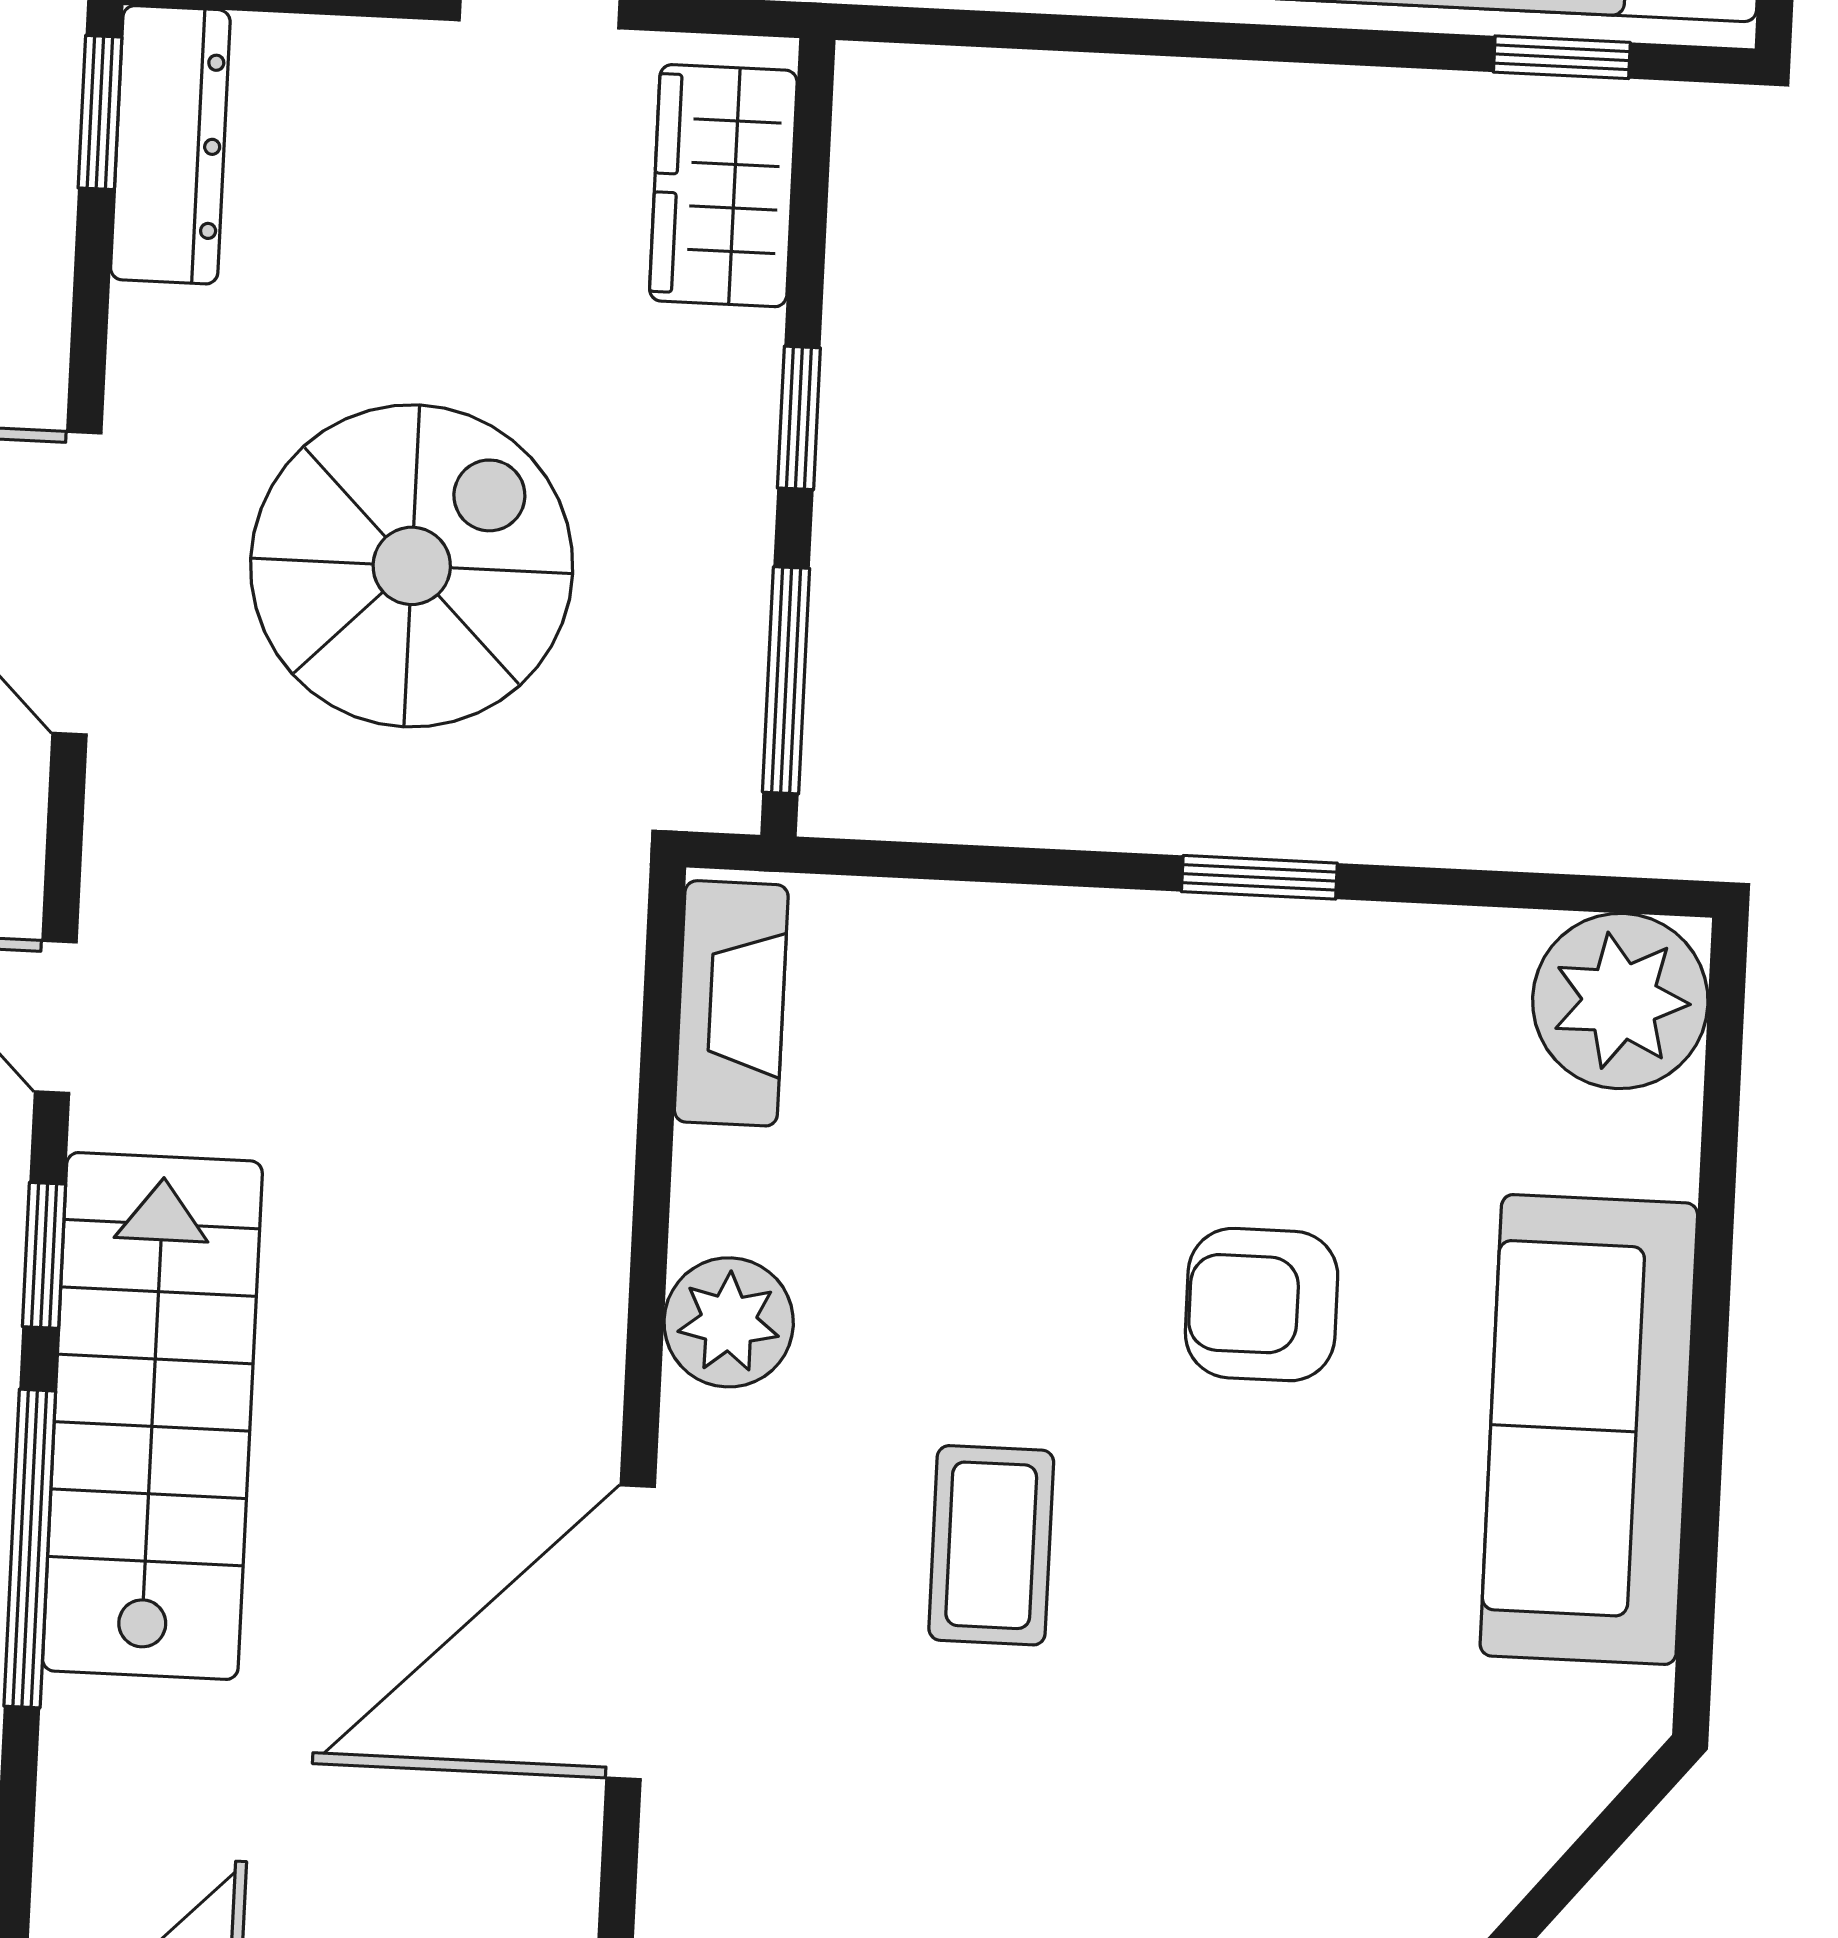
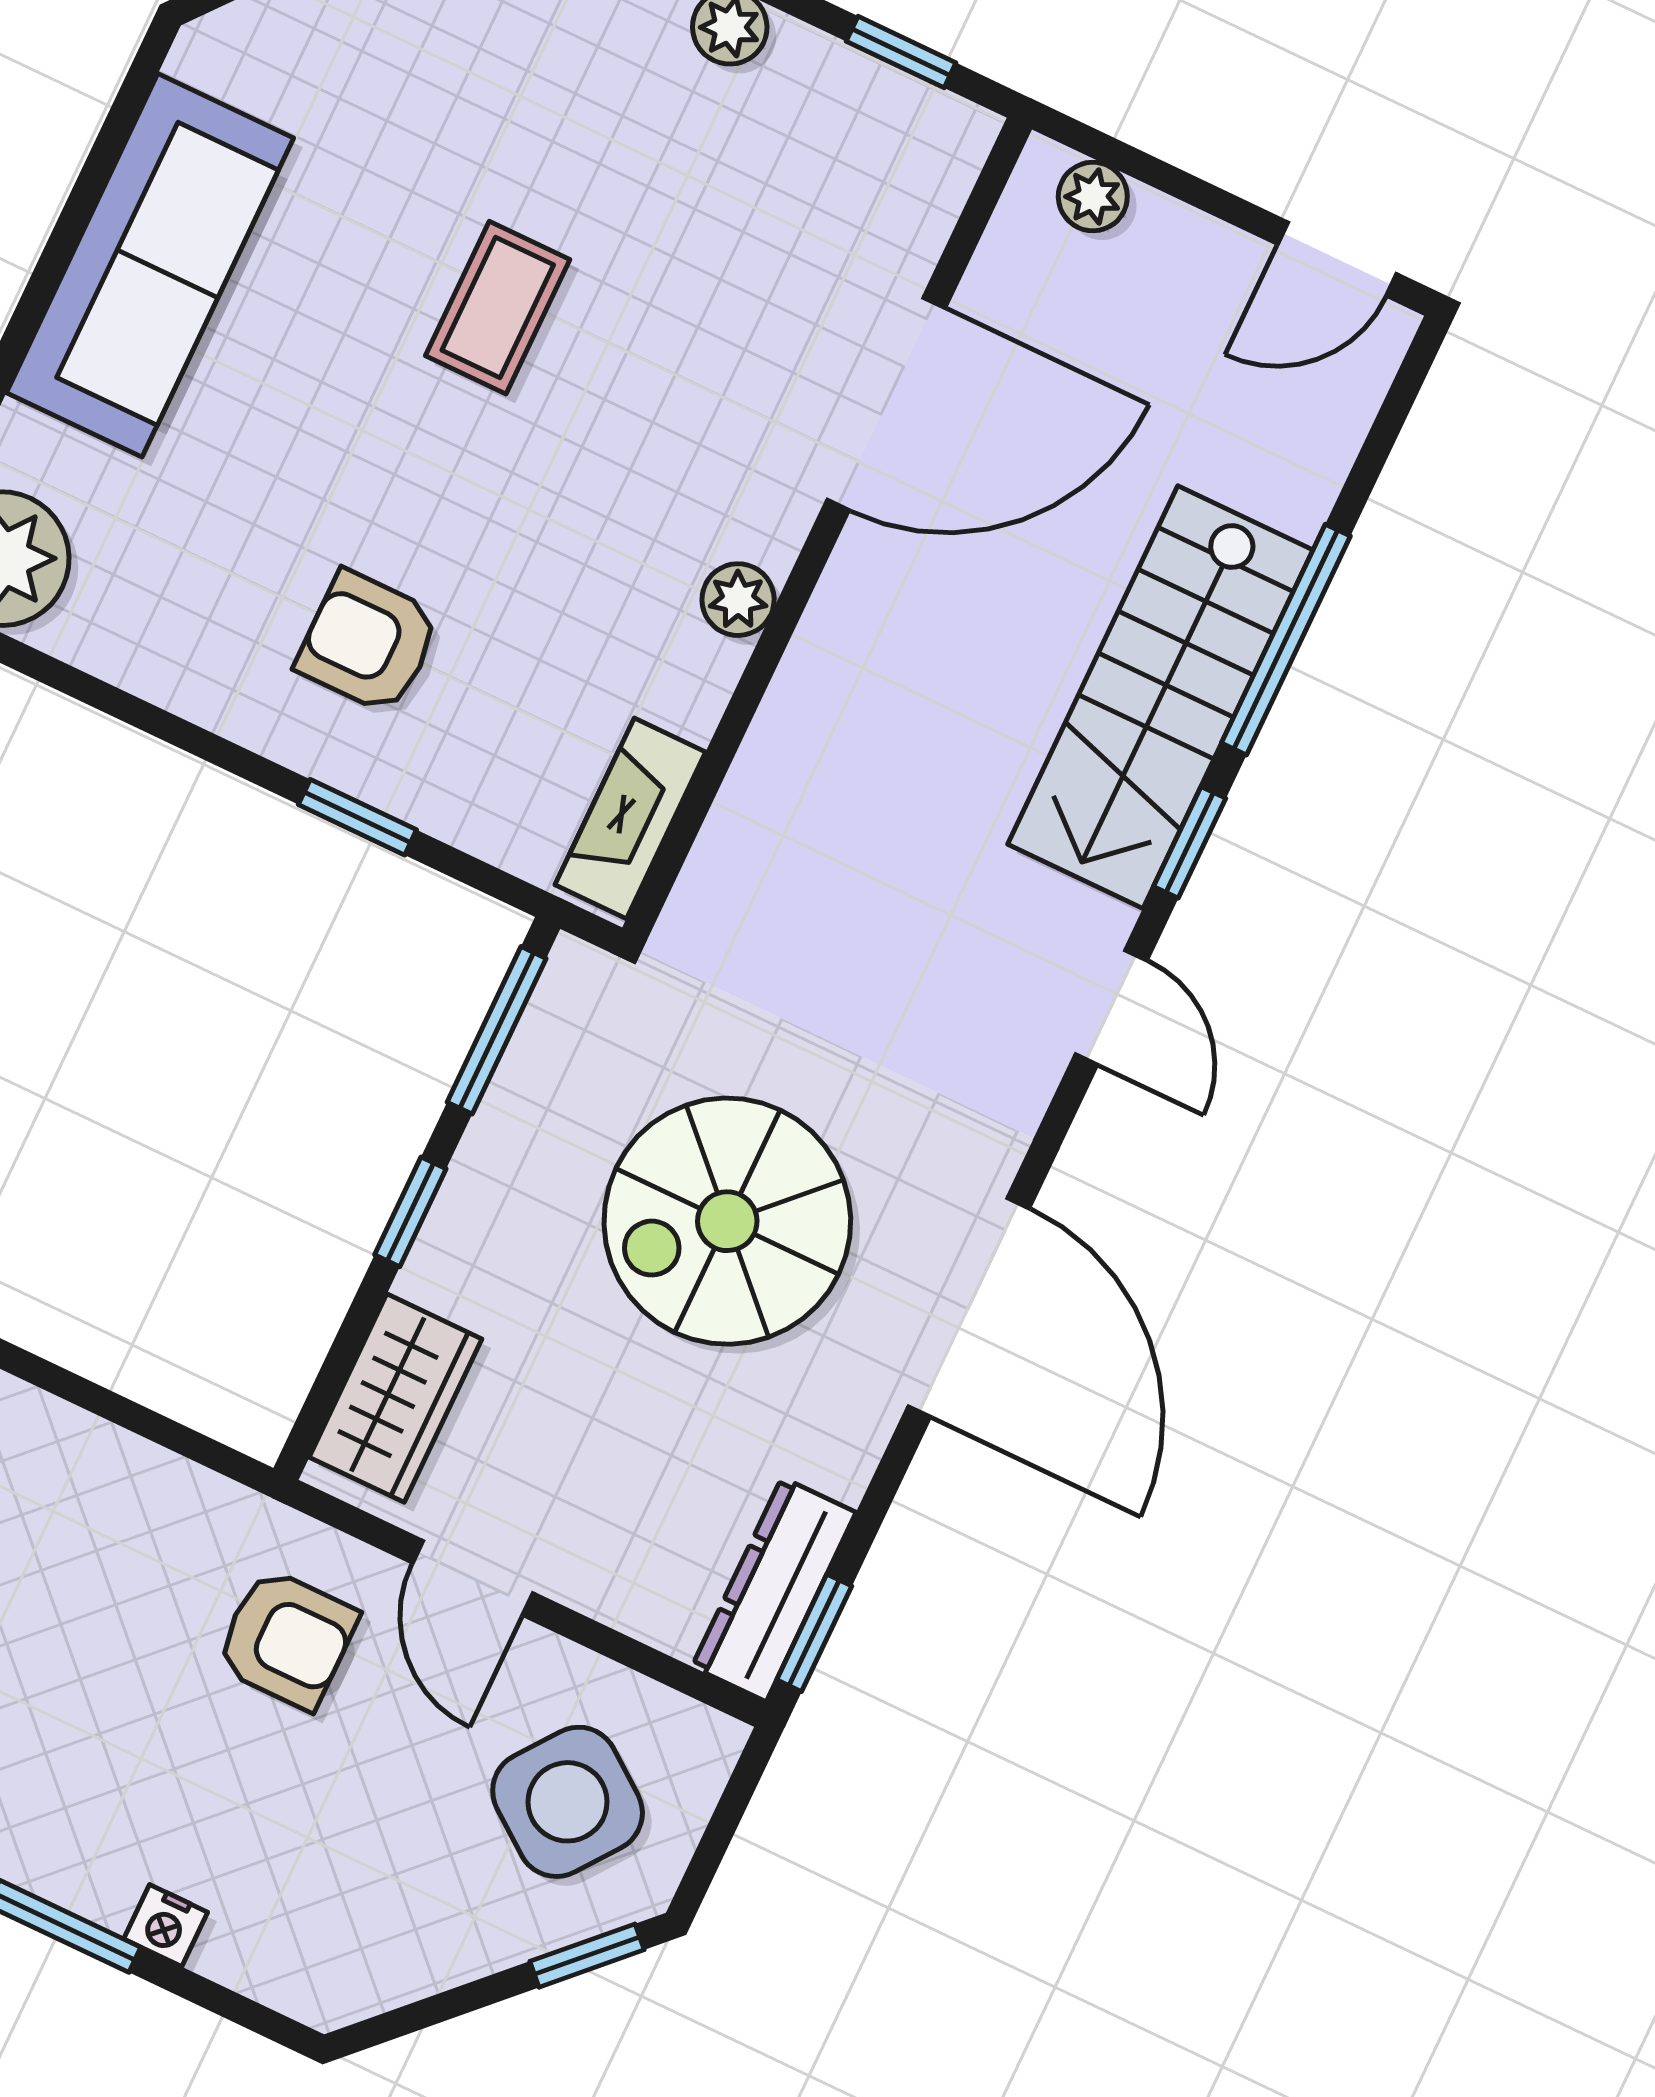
window: (1259, 877) -> (357, 817), moved
armchair: (1262, 1305) -> (368, 642), moved, turned 180
plant: (729, 1322) -> (738, 600), width x0.73, depth x0.73
coffee table: (991, 1545) -> (498, 308), moved

